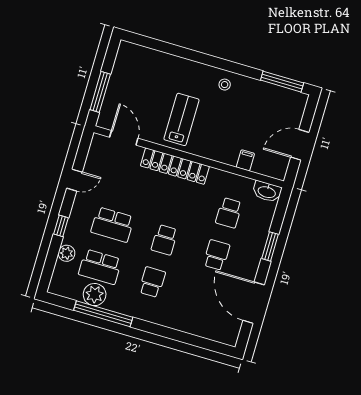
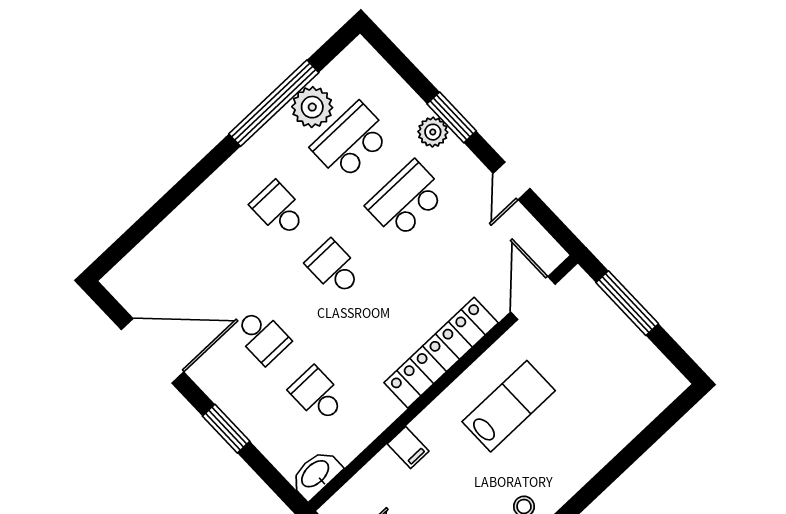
lab bench: (182, 119) -> (509, 406), turned -90
door: (124, 138) -> (533, 298), swing flipped
filing cabinet: (245, 160) -> (408, 447), moved
window: (61, 226) -> (452, 117), width x1.50
plant: (67, 253) -> (433, 132), moved
school desk: (152, 282) -> (279, 210), turned 180

